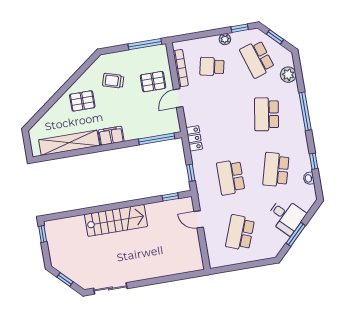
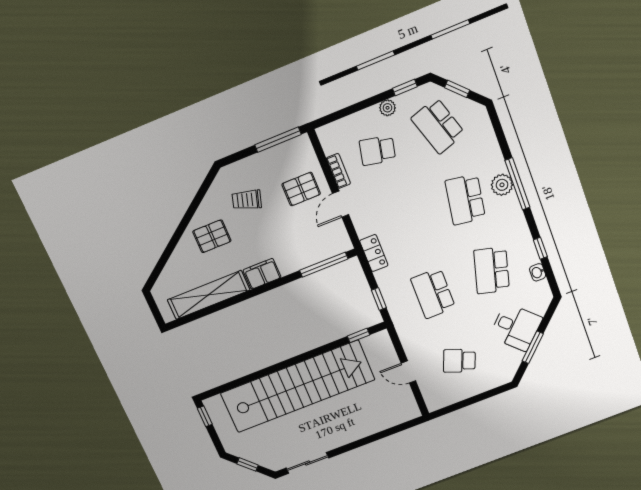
bookcase: (181, 68) -> (338, 171), width x0.64
plant: (288, 75) -> (502, 185), moved
door: (199, 219) -> (408, 372), moved
stairs: (116, 220) -> (298, 387), width x1.86, depth x1.51
school desk: (240, 233) -> (459, 361), width x0.54

